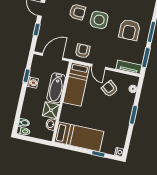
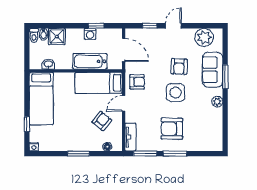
shower: (51, 110) -> (57, 37), moved

